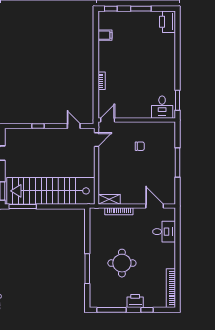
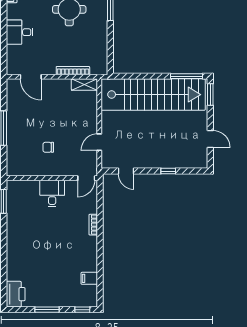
desk: (162, 107) -> (52, 193), moved
door: (96, 140) -> (99, 142), moved
desk: (164, 232) -> (20, 32), moved

